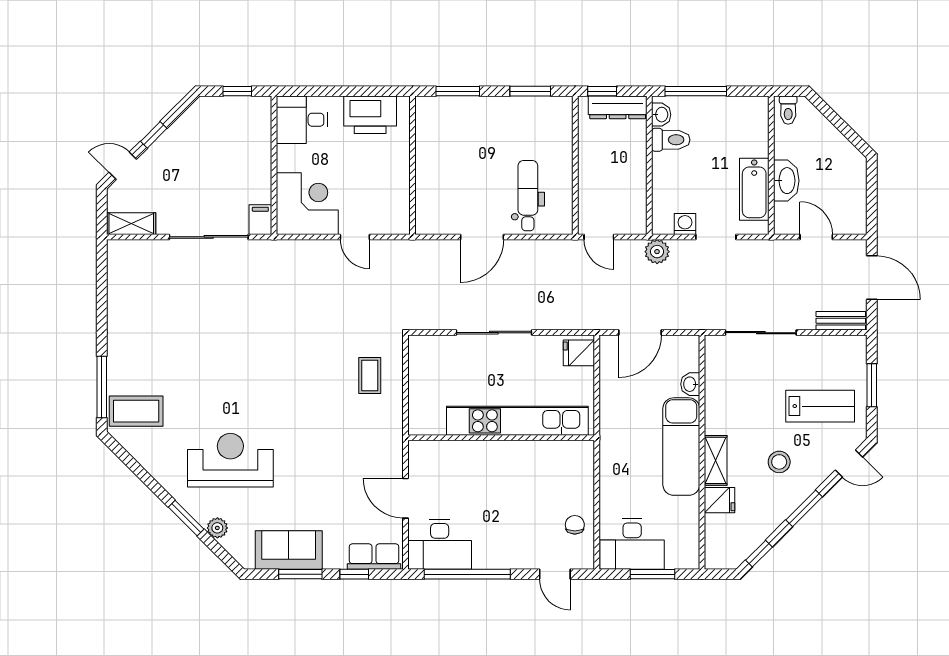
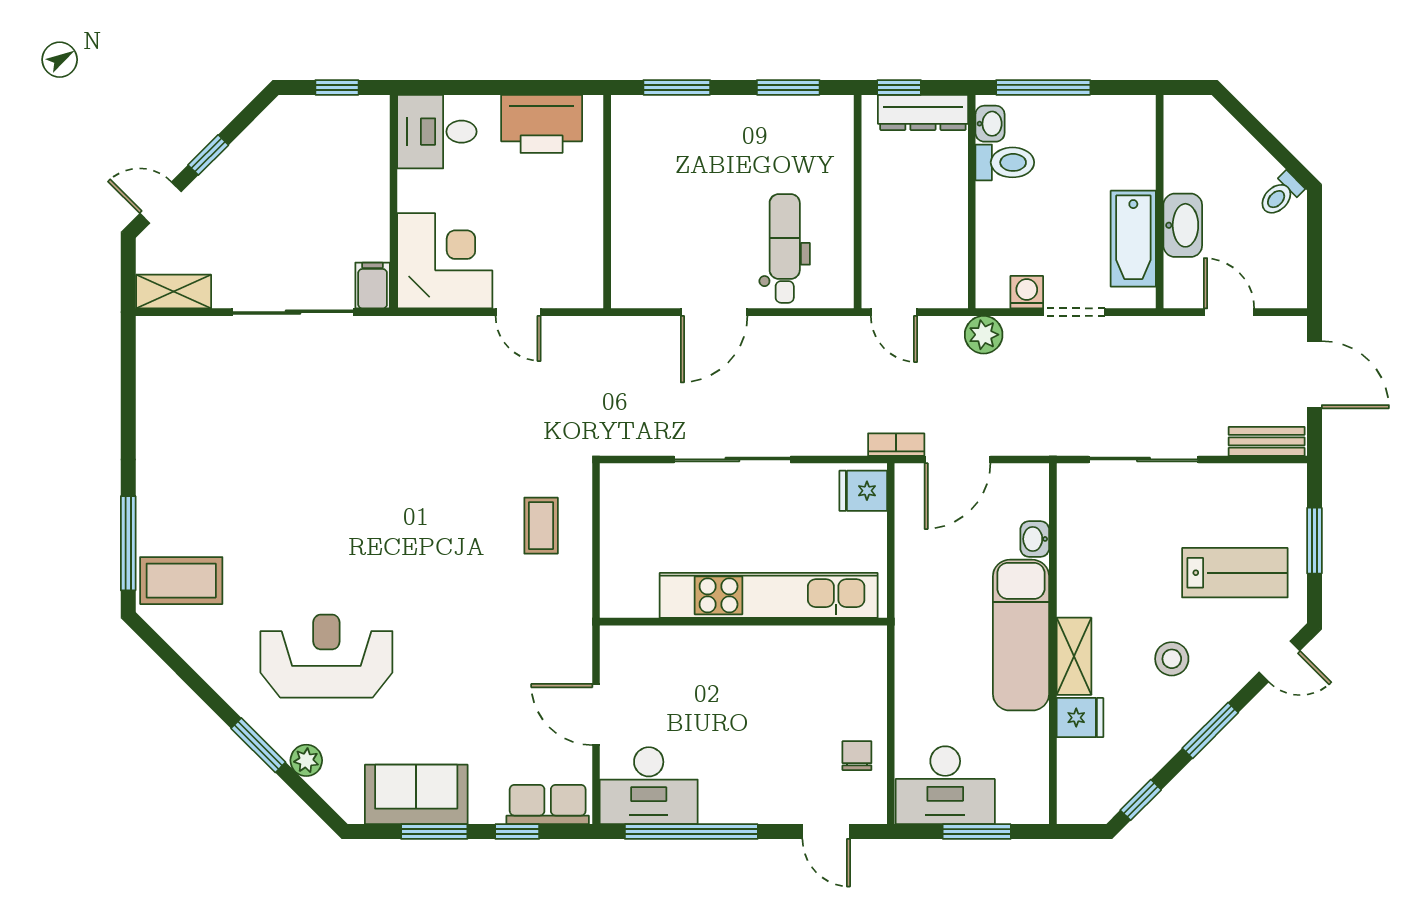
toilet: (788, 110) -> (1280, 195), moved, turned 45
bookcase: (600, 323) -> (896, 445), added

